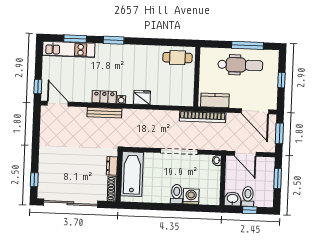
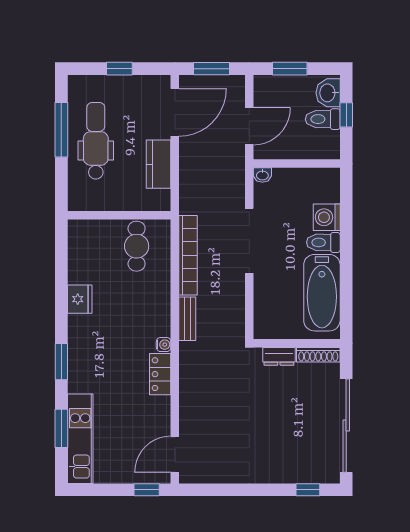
cafe table: (177, 58) -> (137, 246), moved
fridge: (142, 97) -> (80, 299), moved, turned 180
kitchen counter: (215, 100) -> (159, 164), moved
bench: (104, 113) -> (187, 319), moved, width x0.73
bookcase: (203, 117) -> (188, 255), moved
bathtub: (132, 174) -> (322, 293), moved, turned -90
washbasin: (233, 199) -> (328, 93), moved

